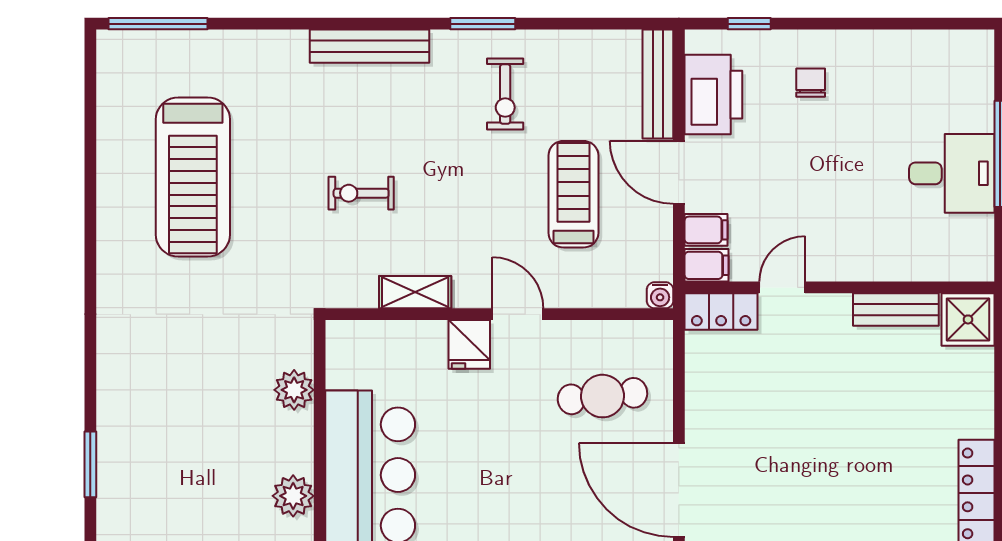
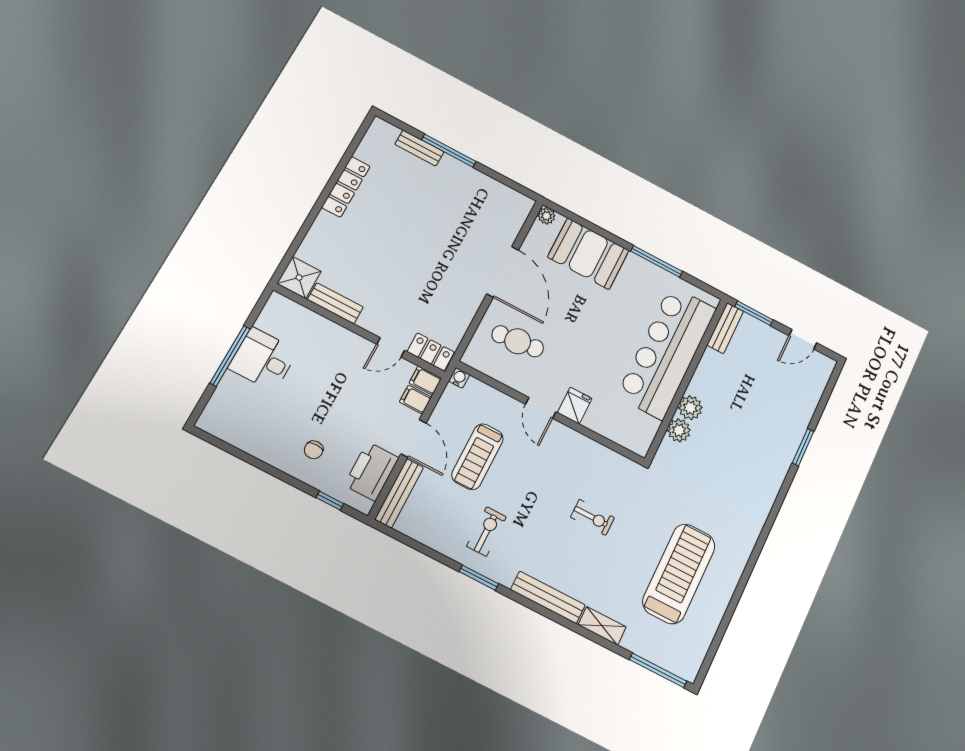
shelving: (415, 292) -> (602, 626), moved
plant: (293, 496) -> (690, 408), moved

